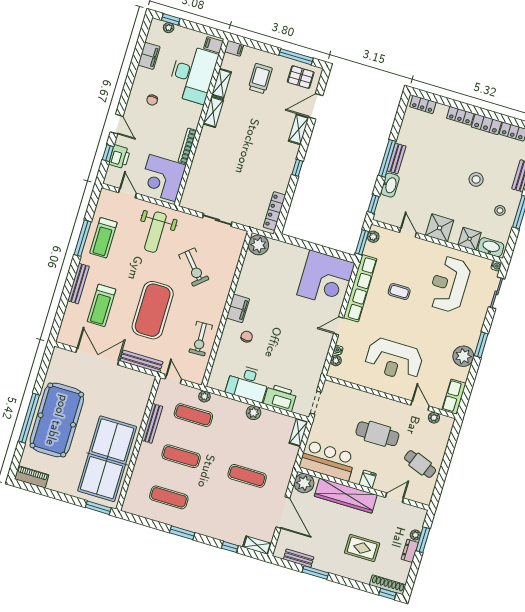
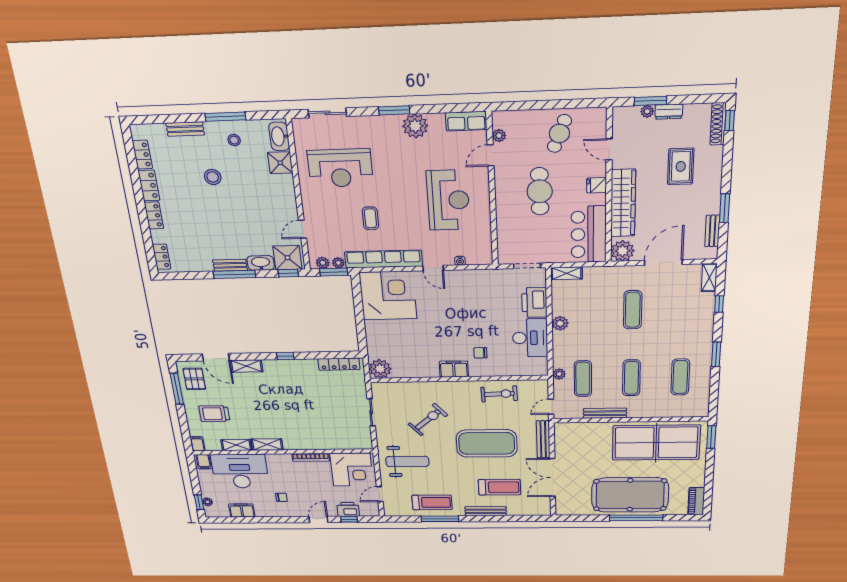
shower: (440, 228) -> (287, 258), moved
water cooler: (496, 266) -> (297, 124), removed
plant: (336, 361) -> (338, 263), moved

